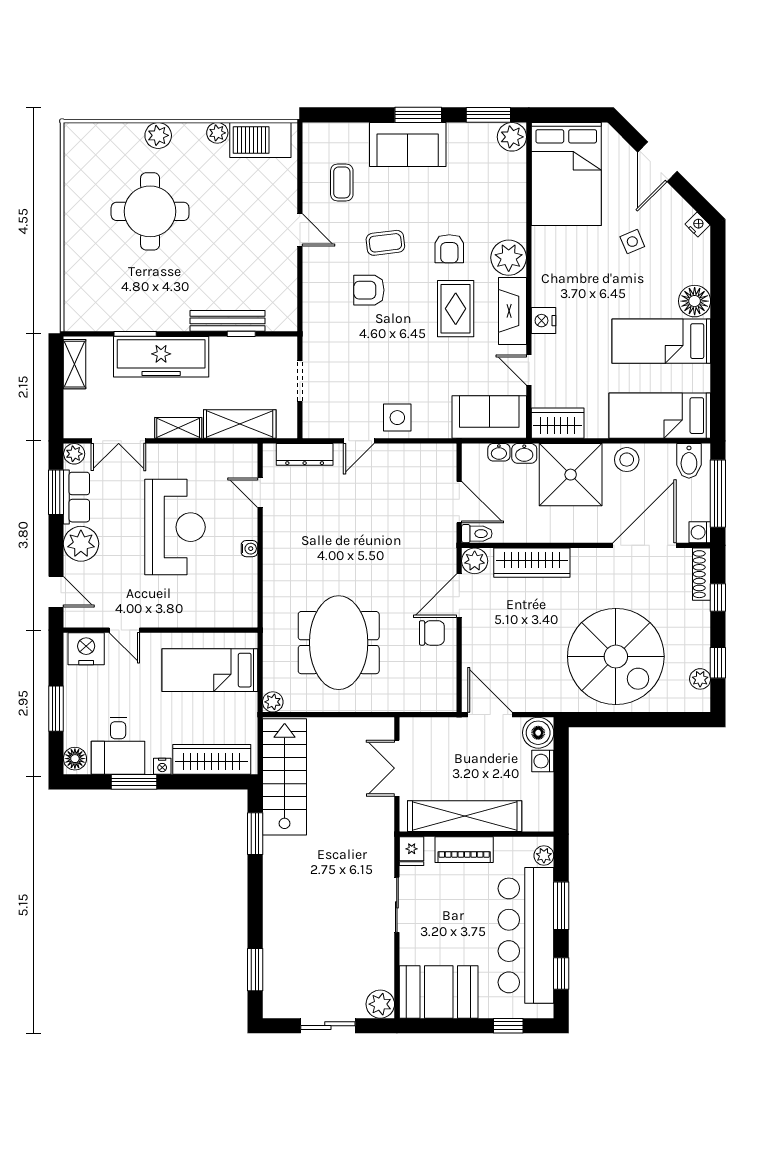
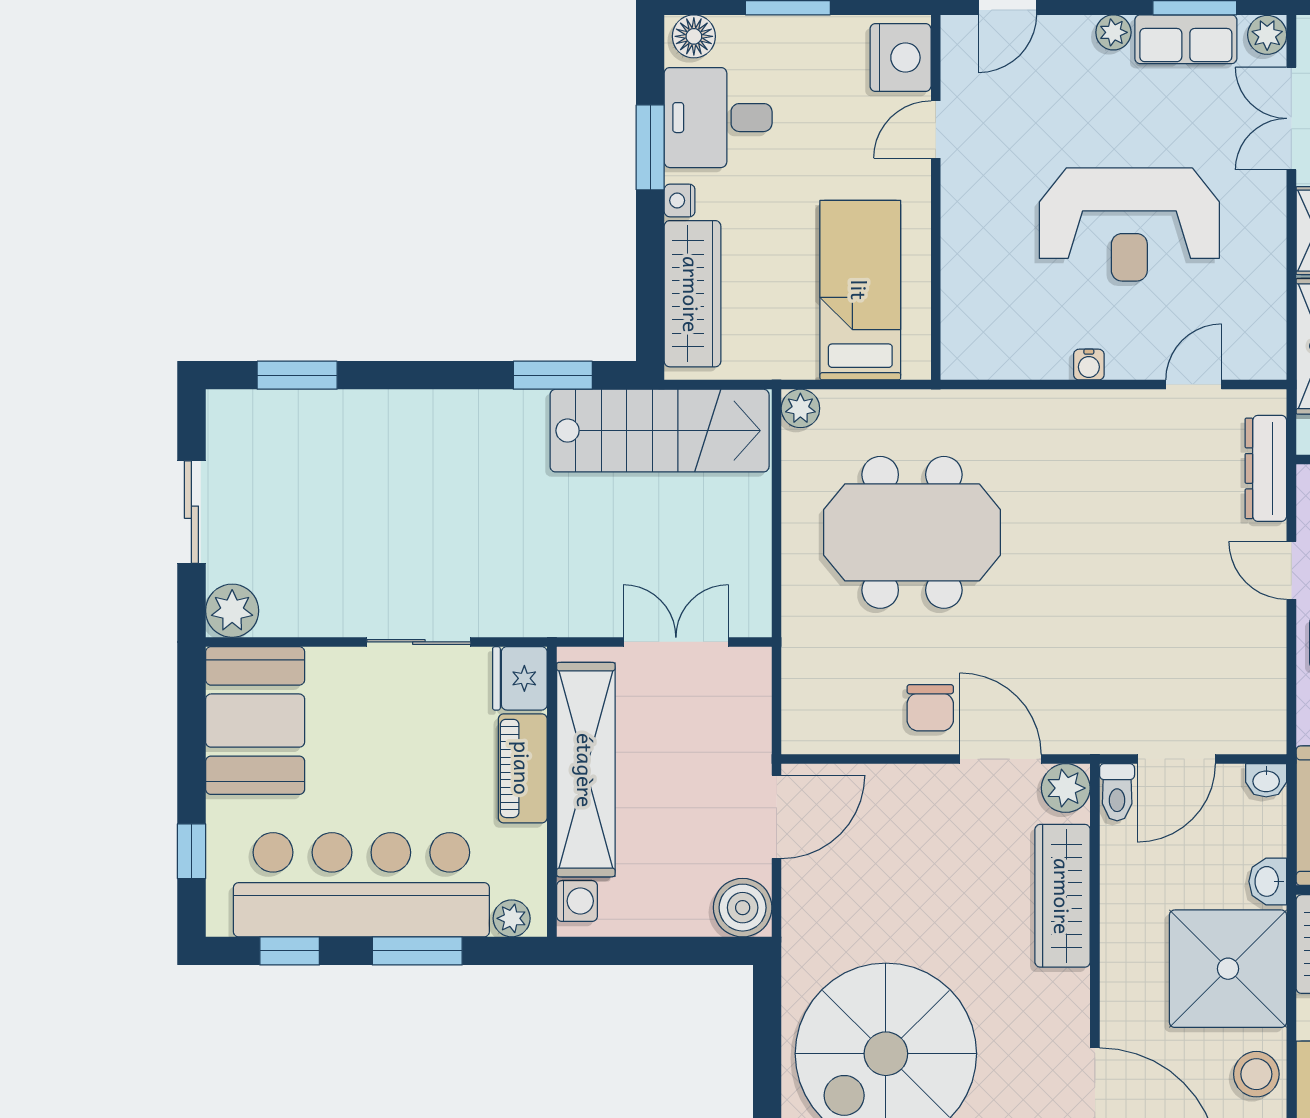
washbasin: (499, 452) -> (1266, 780), moved, turned -90
plant: (81, 544) -> (1113, 32), width x0.53, depth x0.53
washing machine: (543, 761) -> (577, 901), moved, turned 90
fridge: (412, 851) -> (520, 678), width x1.38

